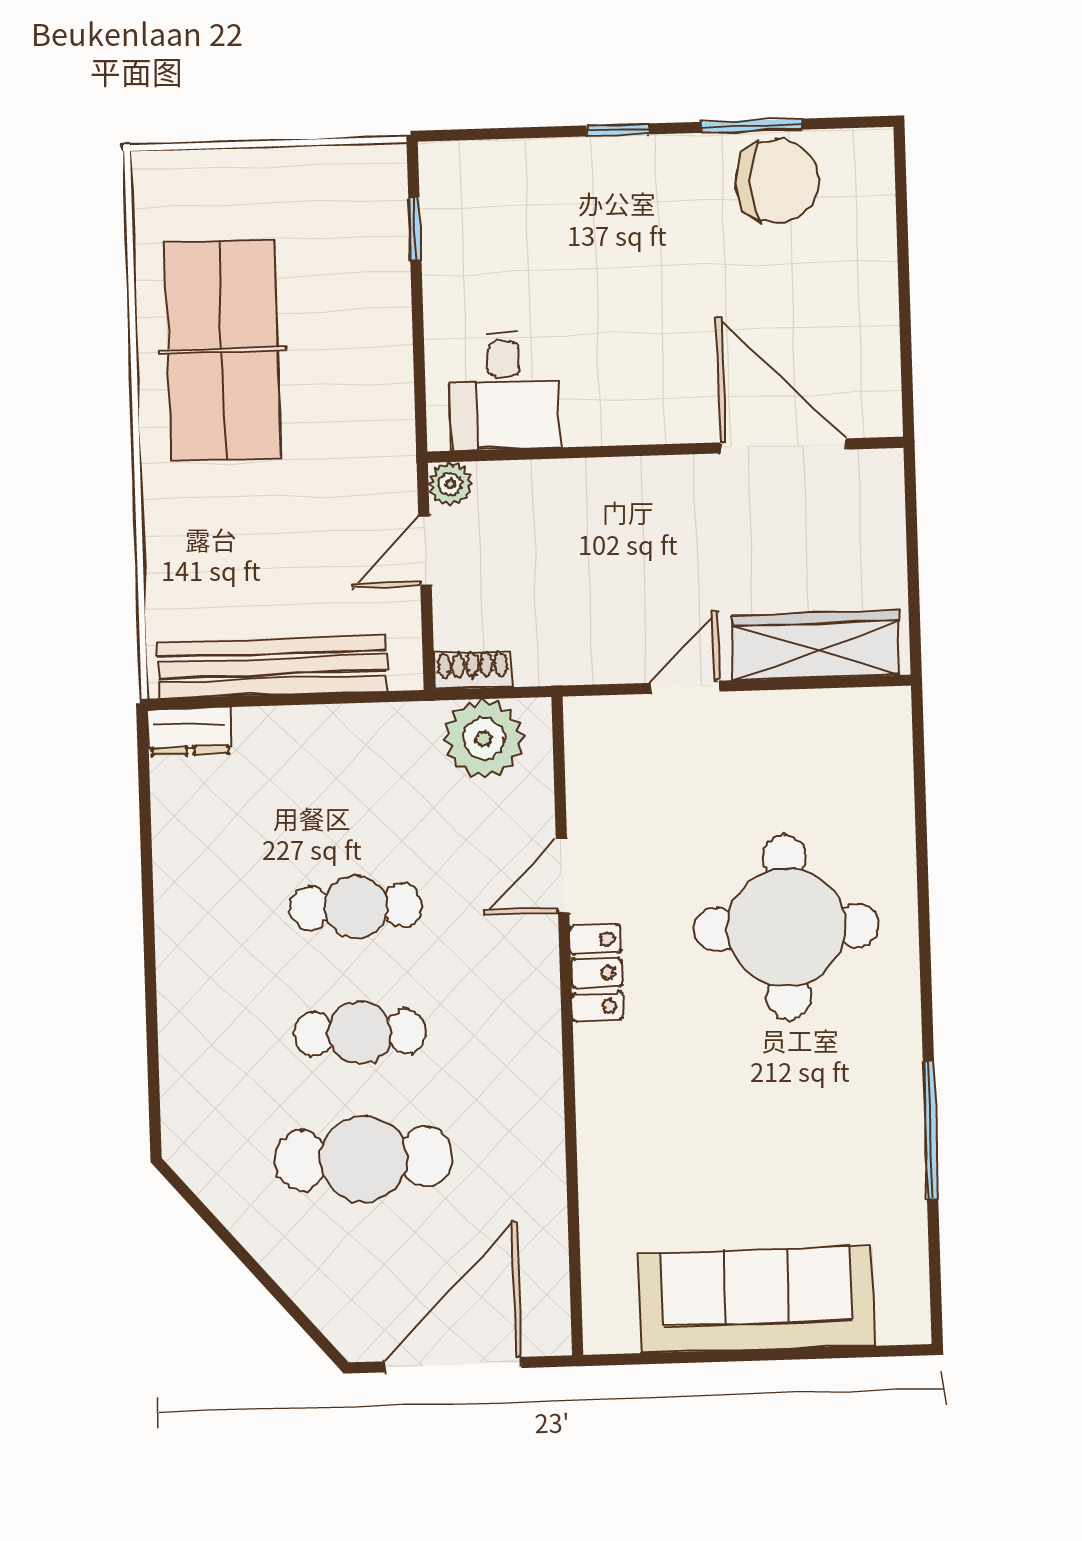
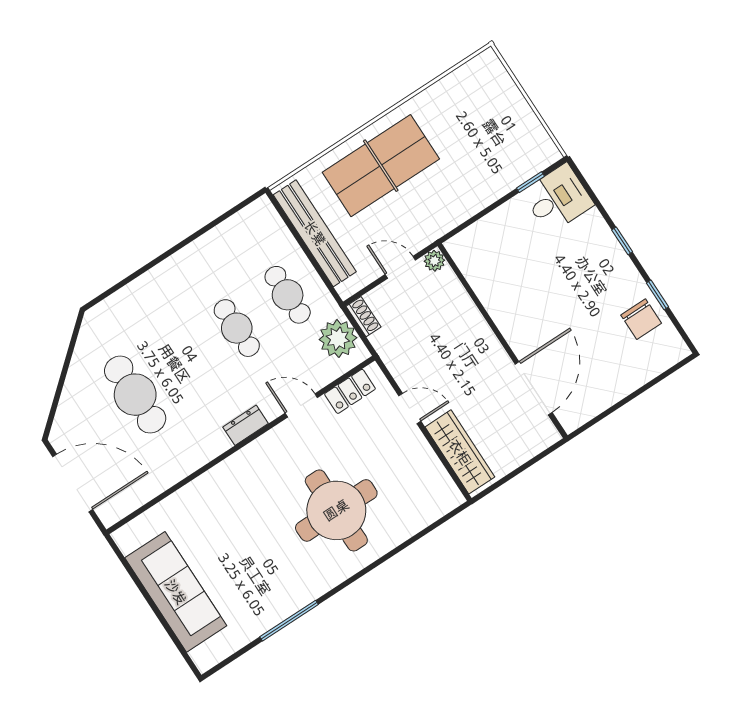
window: (752, 126) -> (657, 295), width x0.67
chair: (777, 181) -> (641, 319), width x0.73, depth x0.73
table tennis table: (223, 350) -> (381, 166), moved
desk: (504, 391) -> (558, 199), moved, turned 180
dresser: (190, 732) -> (246, 425), moved, turned 90
locker: (597, 973) -> (350, 391), moved
cafe table: (360, 1033) -> (288, 295), moved

